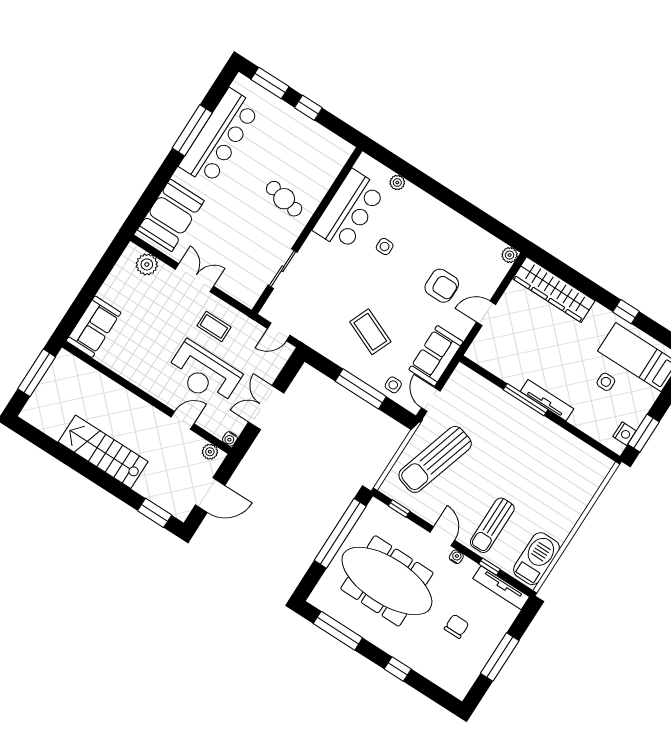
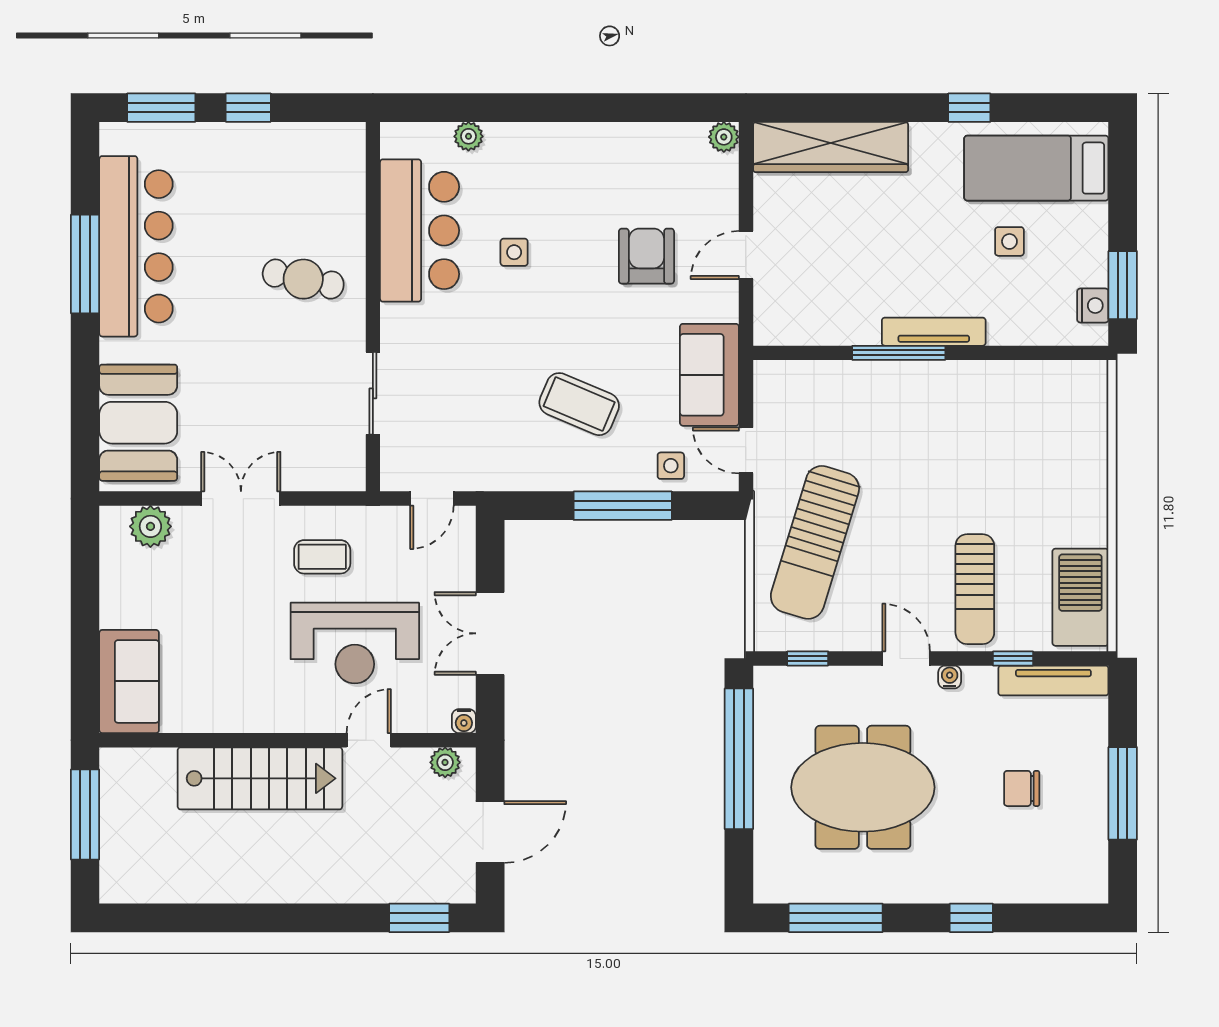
armchair: (442, 286) -> (646, 256), turned -90
stairs: (103, 452) -> (260, 778), moved, turned 180
meeting table: (387, 581) -> (863, 787), width x0.73
chair: (457, 626) -> (1022, 788), turned -90

